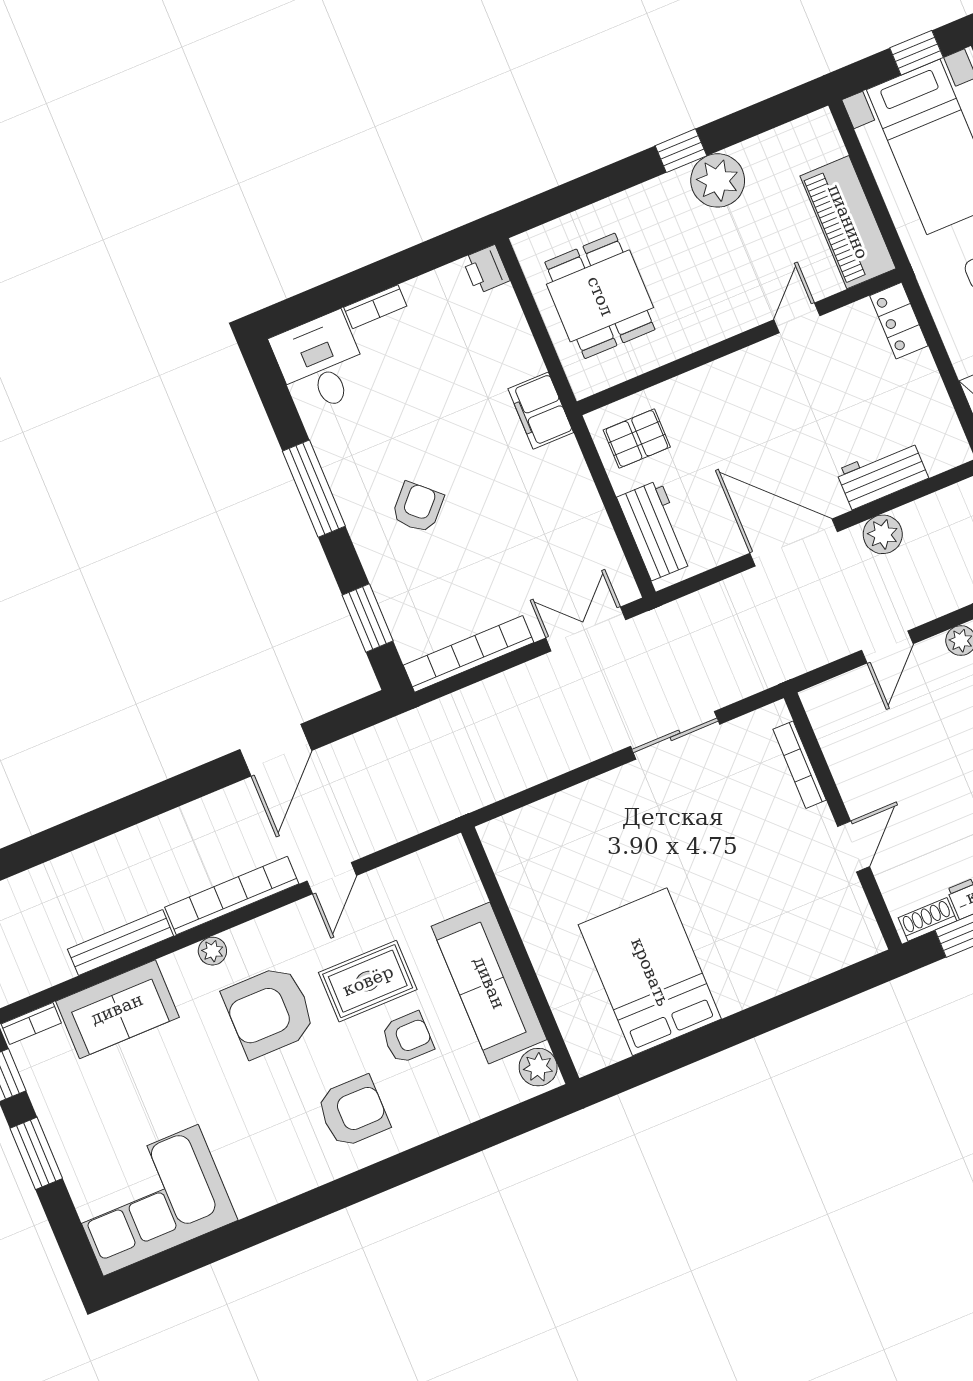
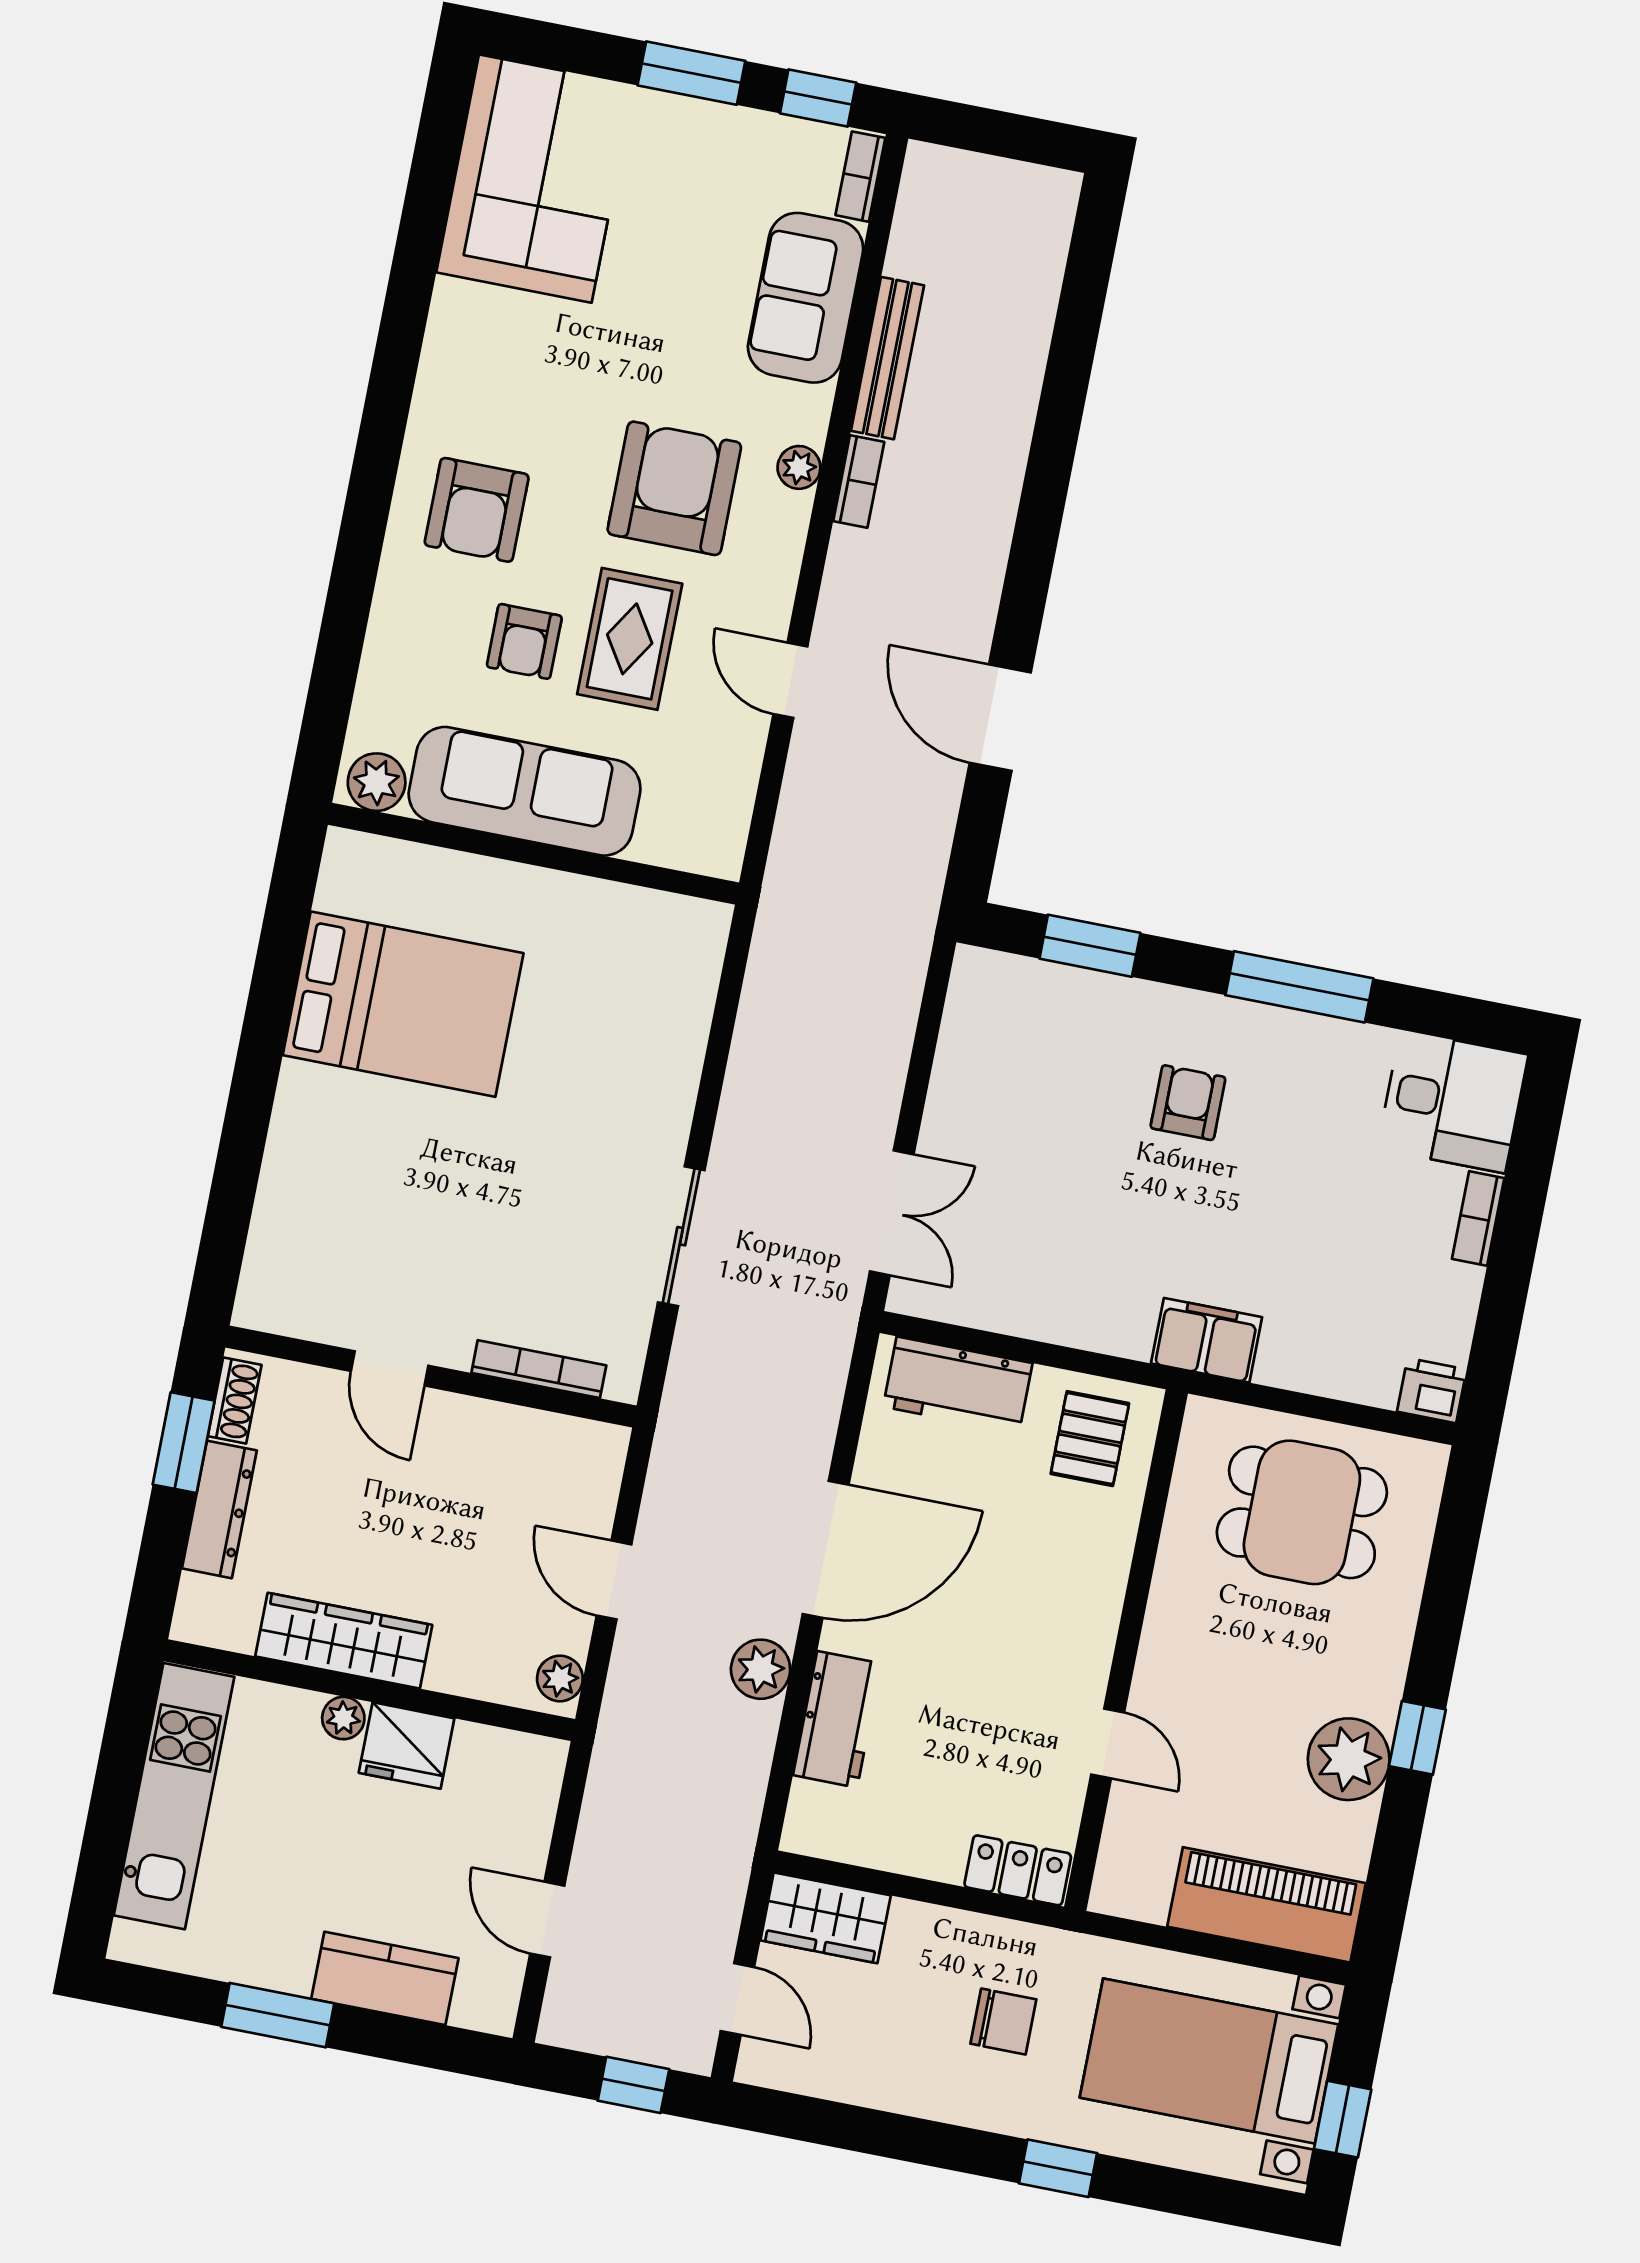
piano: (848, 222) -> (1267, 1905), moved
armchair: (418, 507) -> (1188, 1103), turned -133
bookcase: (469, 654) -> (959, 1043), removed
bookcase: (232, 896) -> (859, 482), width x0.43, depth x0.76

